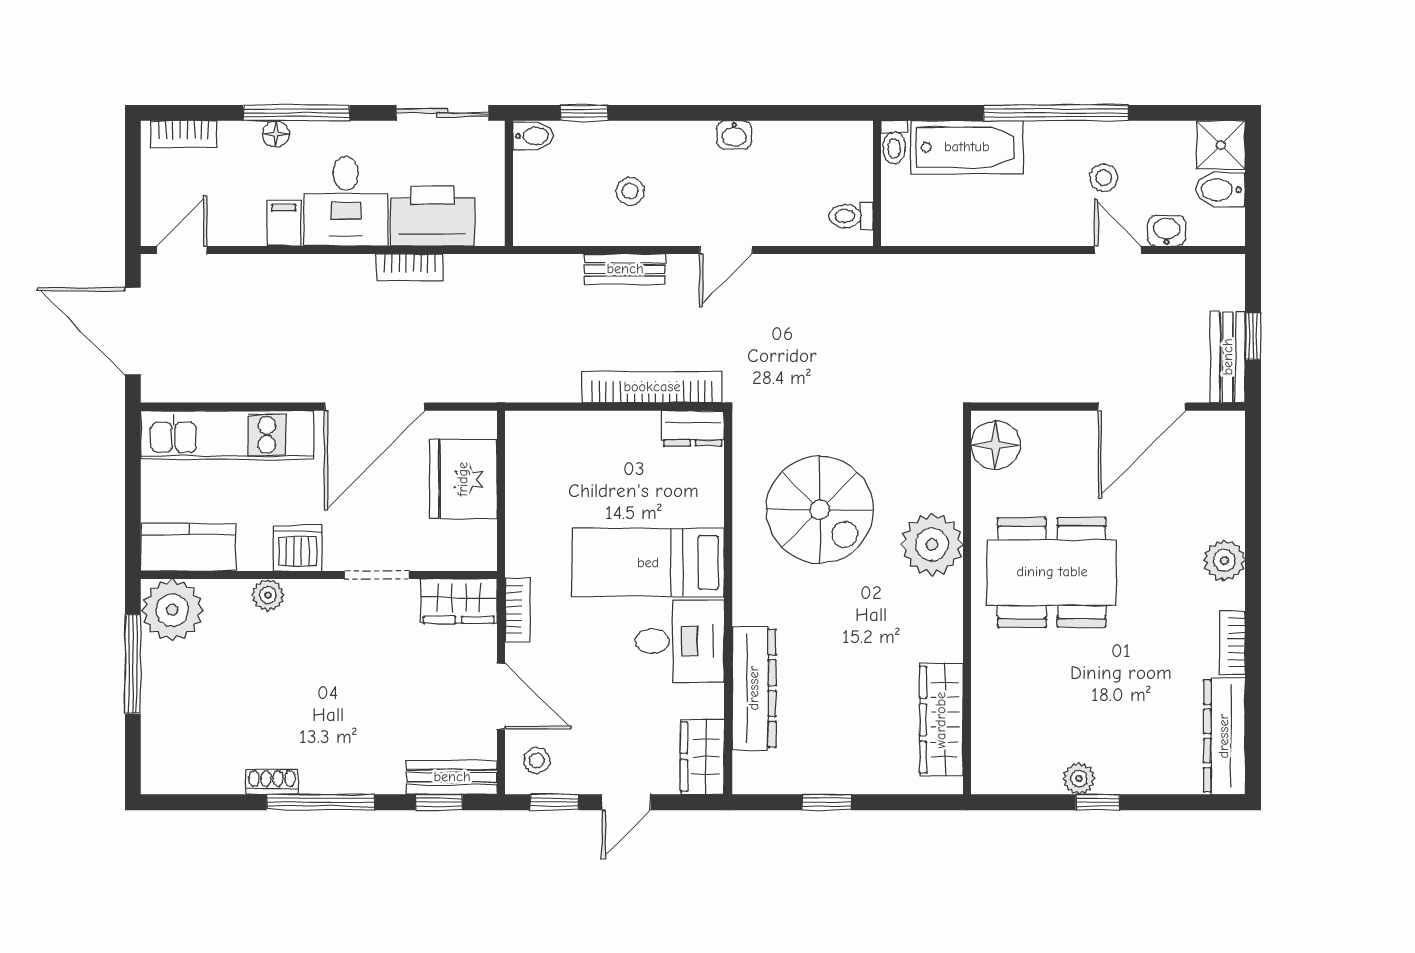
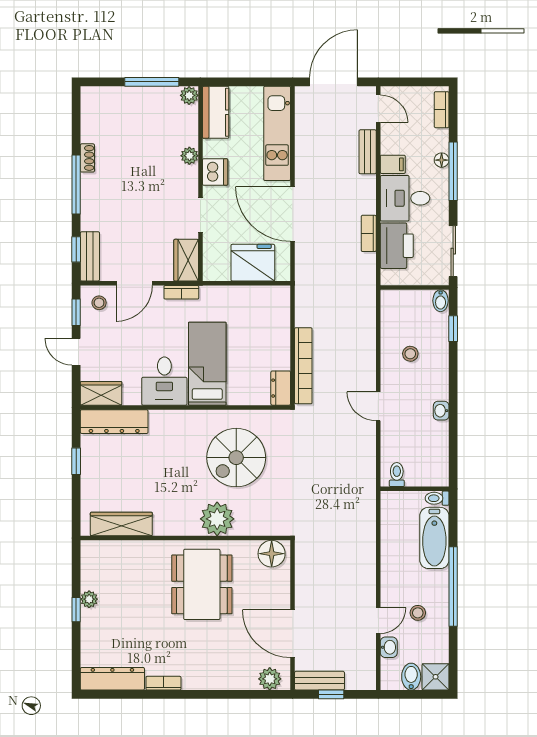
bench: (625, 269) -> (368, 152), moved
plant: (1224, 560) -> (270, 679), moved
plant: (172, 610) -> (189, 95), width x0.53, depth x0.53
dresser: (754, 688) -> (114, 422), moved

